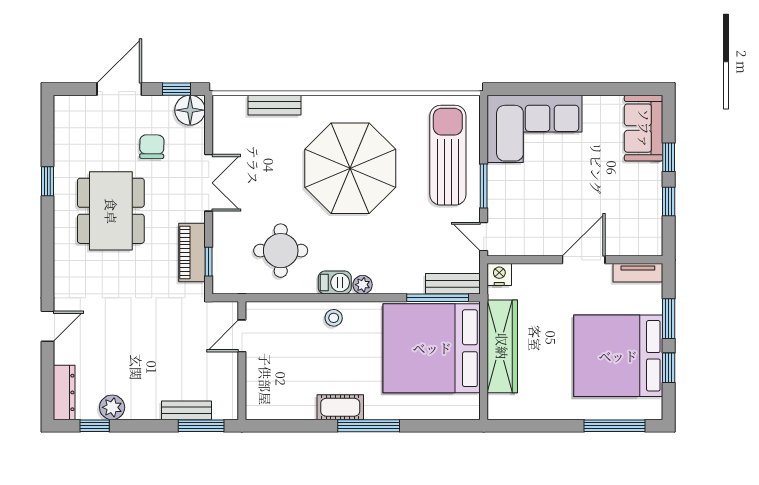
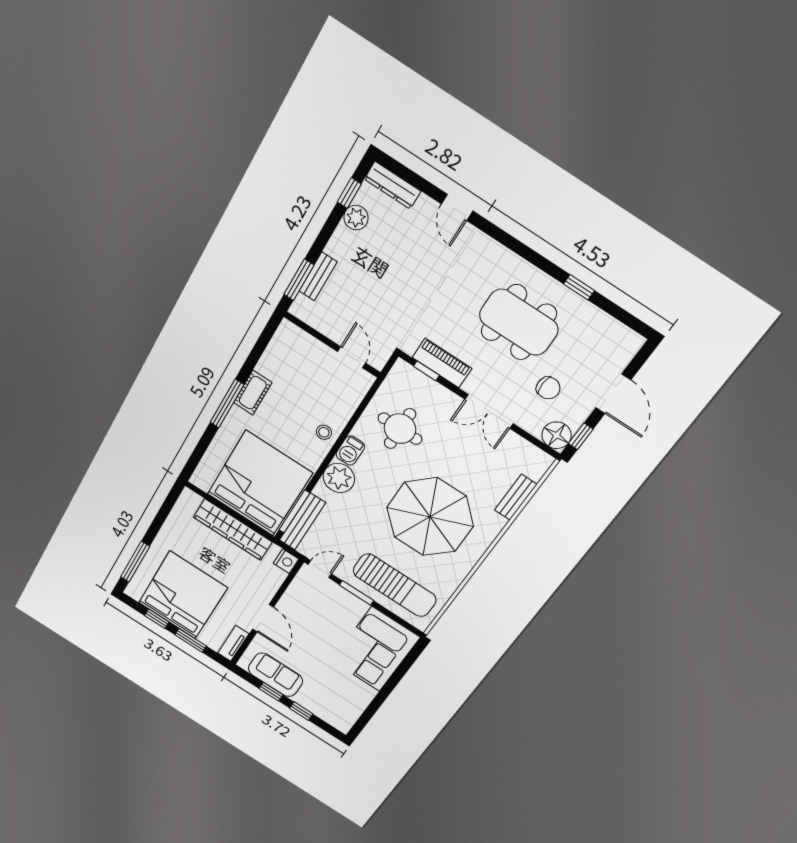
sofa: (644, 128) -> (275, 675), moved
bench: (453, 284) -> (302, 522), width x1.36
plant: (363, 285) -> (339, 478), width x1.88, depth x1.88

